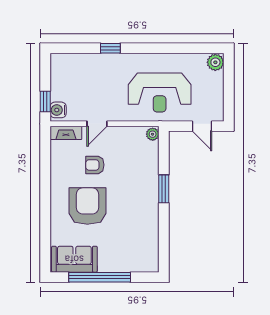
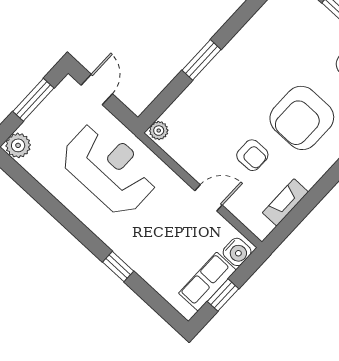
row of seats: (59, 82) -> (207, 282), added
window: (229, 92) -> (33, 100), added
window: (45, 101) -> (223, 295), moved
fireplace: (66, 133) -> (285, 202), moved, turned -90

